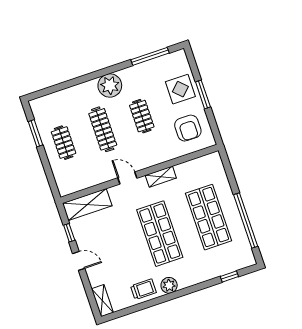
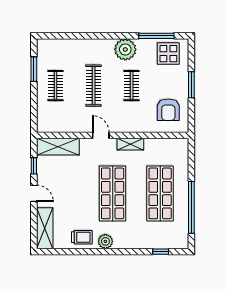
plant: (110, 85) -> (125, 49), moved
display table: (180, 89) -> (168, 54), moved
shelving: (102, 301) -> (45, 228), width x1.50, depth x1.33

